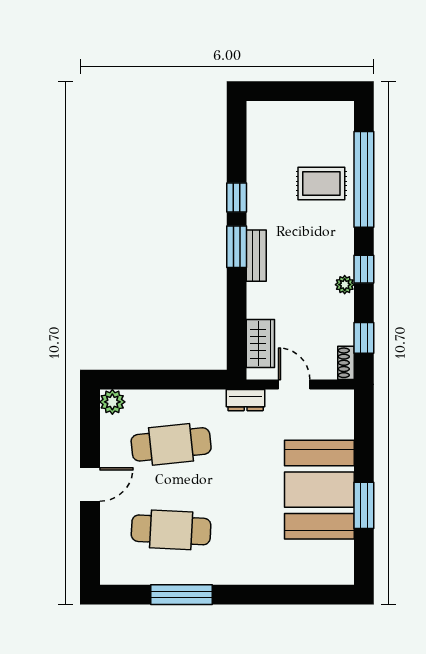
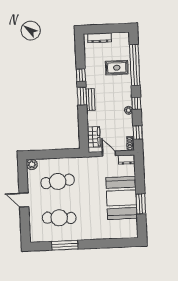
dresser: (284, 112) -> (100, 38), added
dresser: (246, 400) -> (127, 160), moved
door: (90, 484) -> (24, 200), swing flipped

